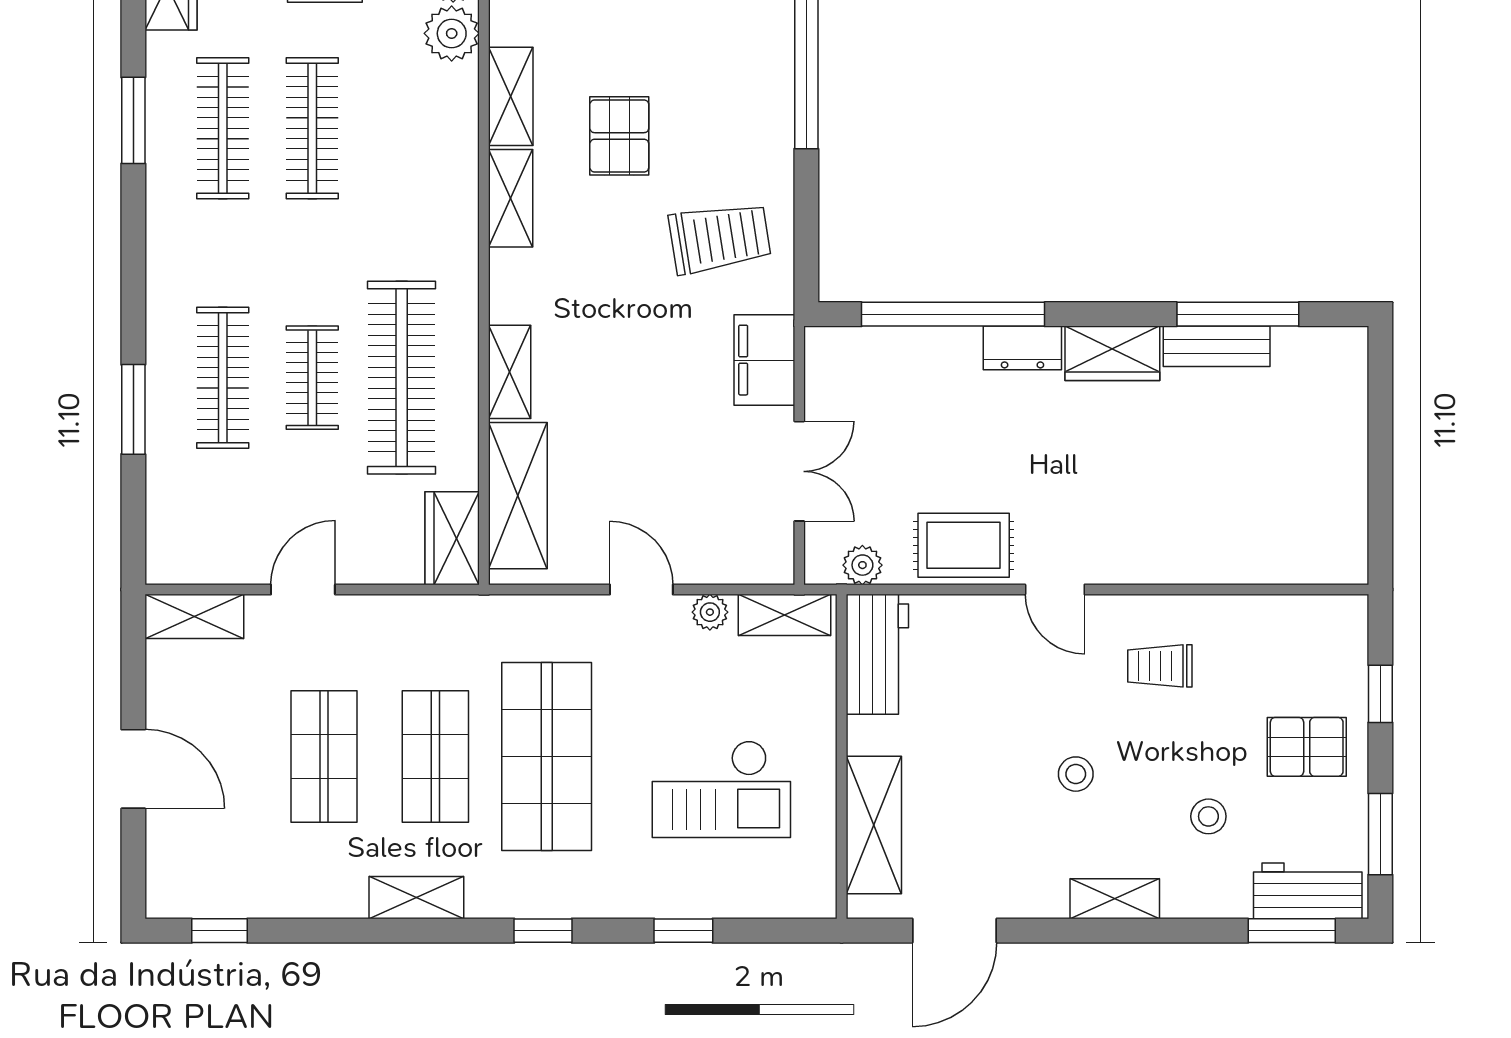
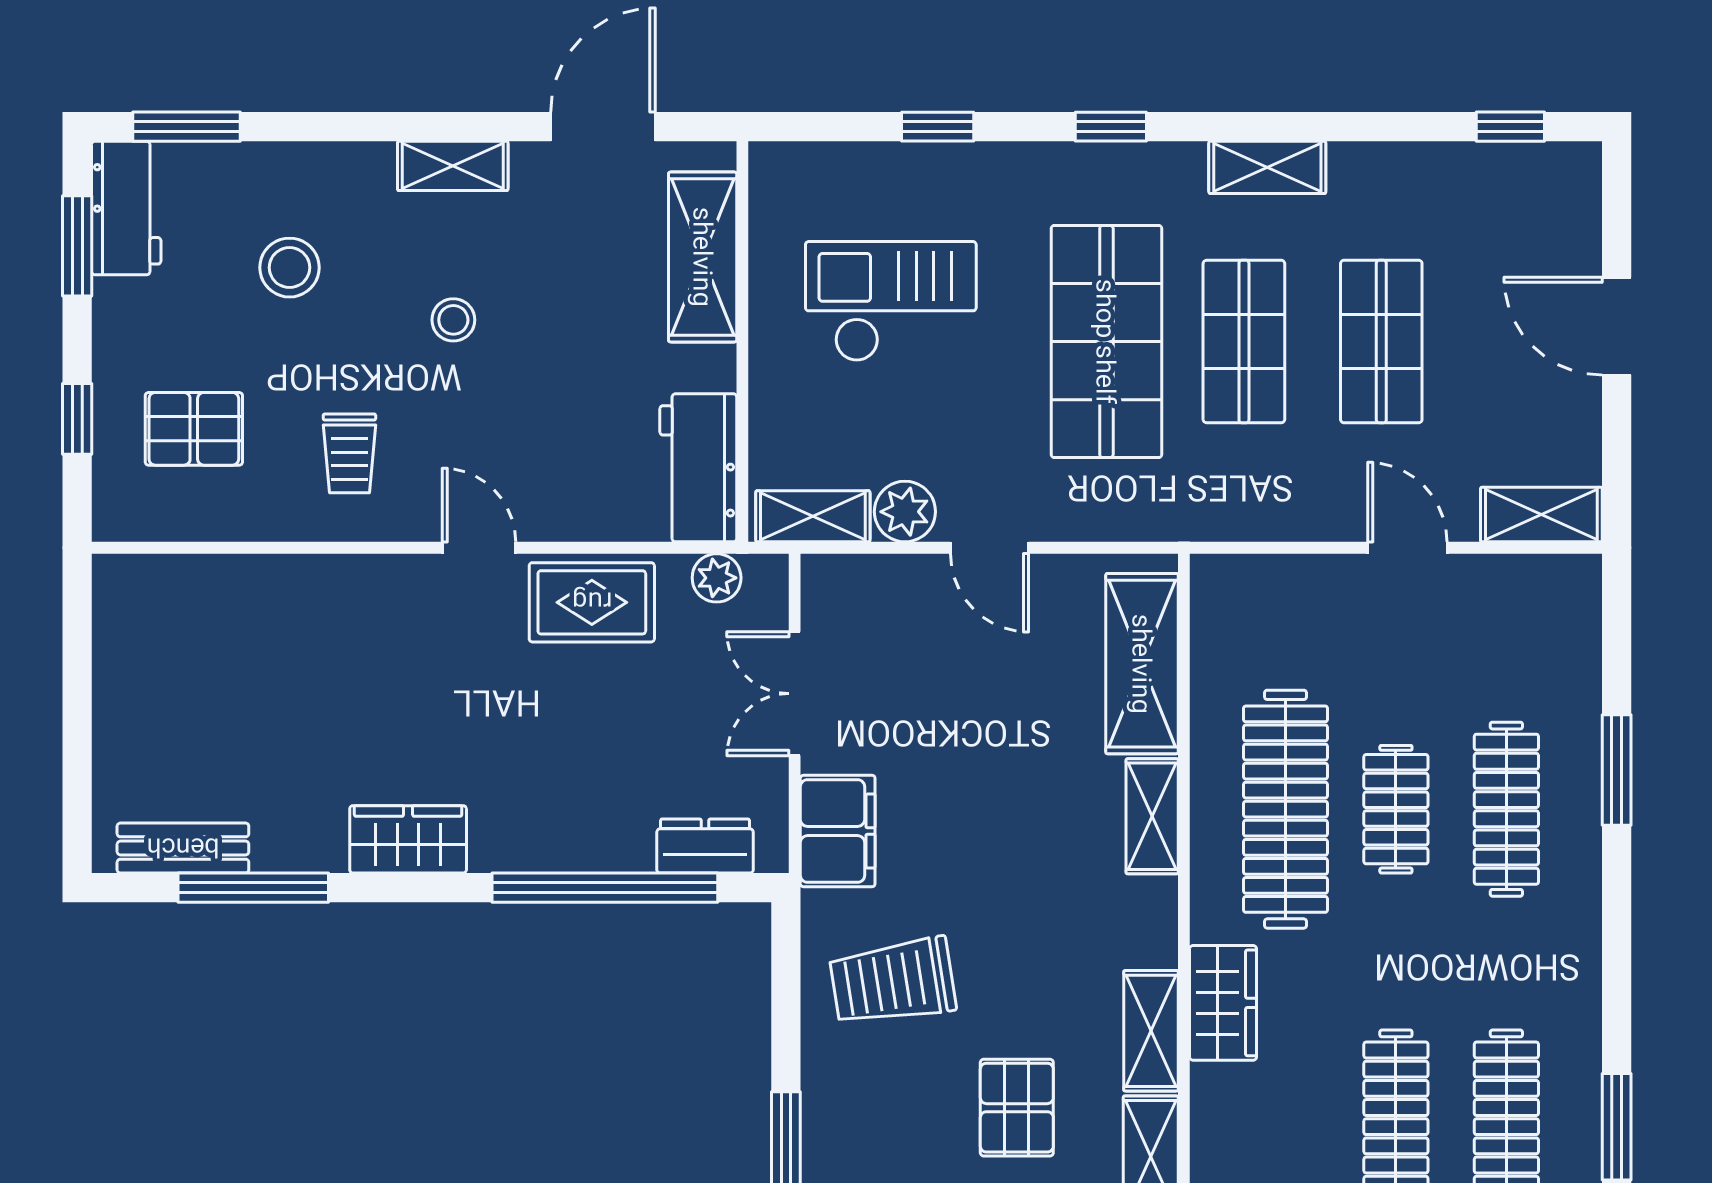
bench: (1217, 346) -> (183, 848), moved
dresser: (1022, 348) -> (705, 846), moved
wardrobe: (452, 538) -> (1223, 1003), moved
door: (303, 589) -> (1407, 548), swing flipped
plant: (710, 612) -> (905, 512), width x1.38, depth x1.38
trolley: (1160, 666) -> (349, 453), turned 90
pallet: (1307, 747) -> (194, 429), moved
stool: (1208, 816) -> (289, 268), width x1.37, depth x1.37
workbench: (1308, 891) -> (126, 208), moved, turned -90
shelving: (1115, 899) -> (453, 166), moved

